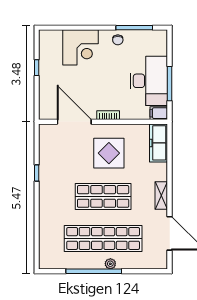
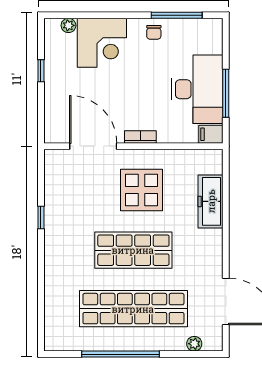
plant: (56, 35) -> (68, 25), added
freezer: (159, 143) -> (211, 201), moved
shelving: (161, 196) -> (214, 249), removed
plant: (110, 264) -> (194, 344), moved

